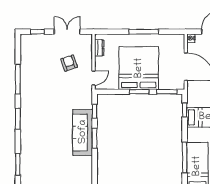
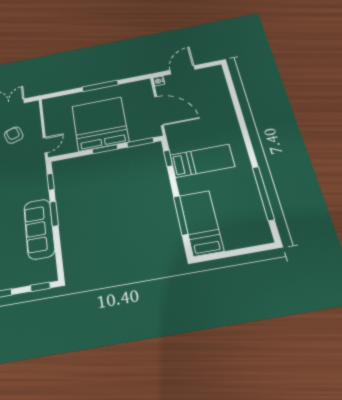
dresser: (99, 48) -> (49, 112), removed
sofa: (83, 132) -> (39, 229), moved

